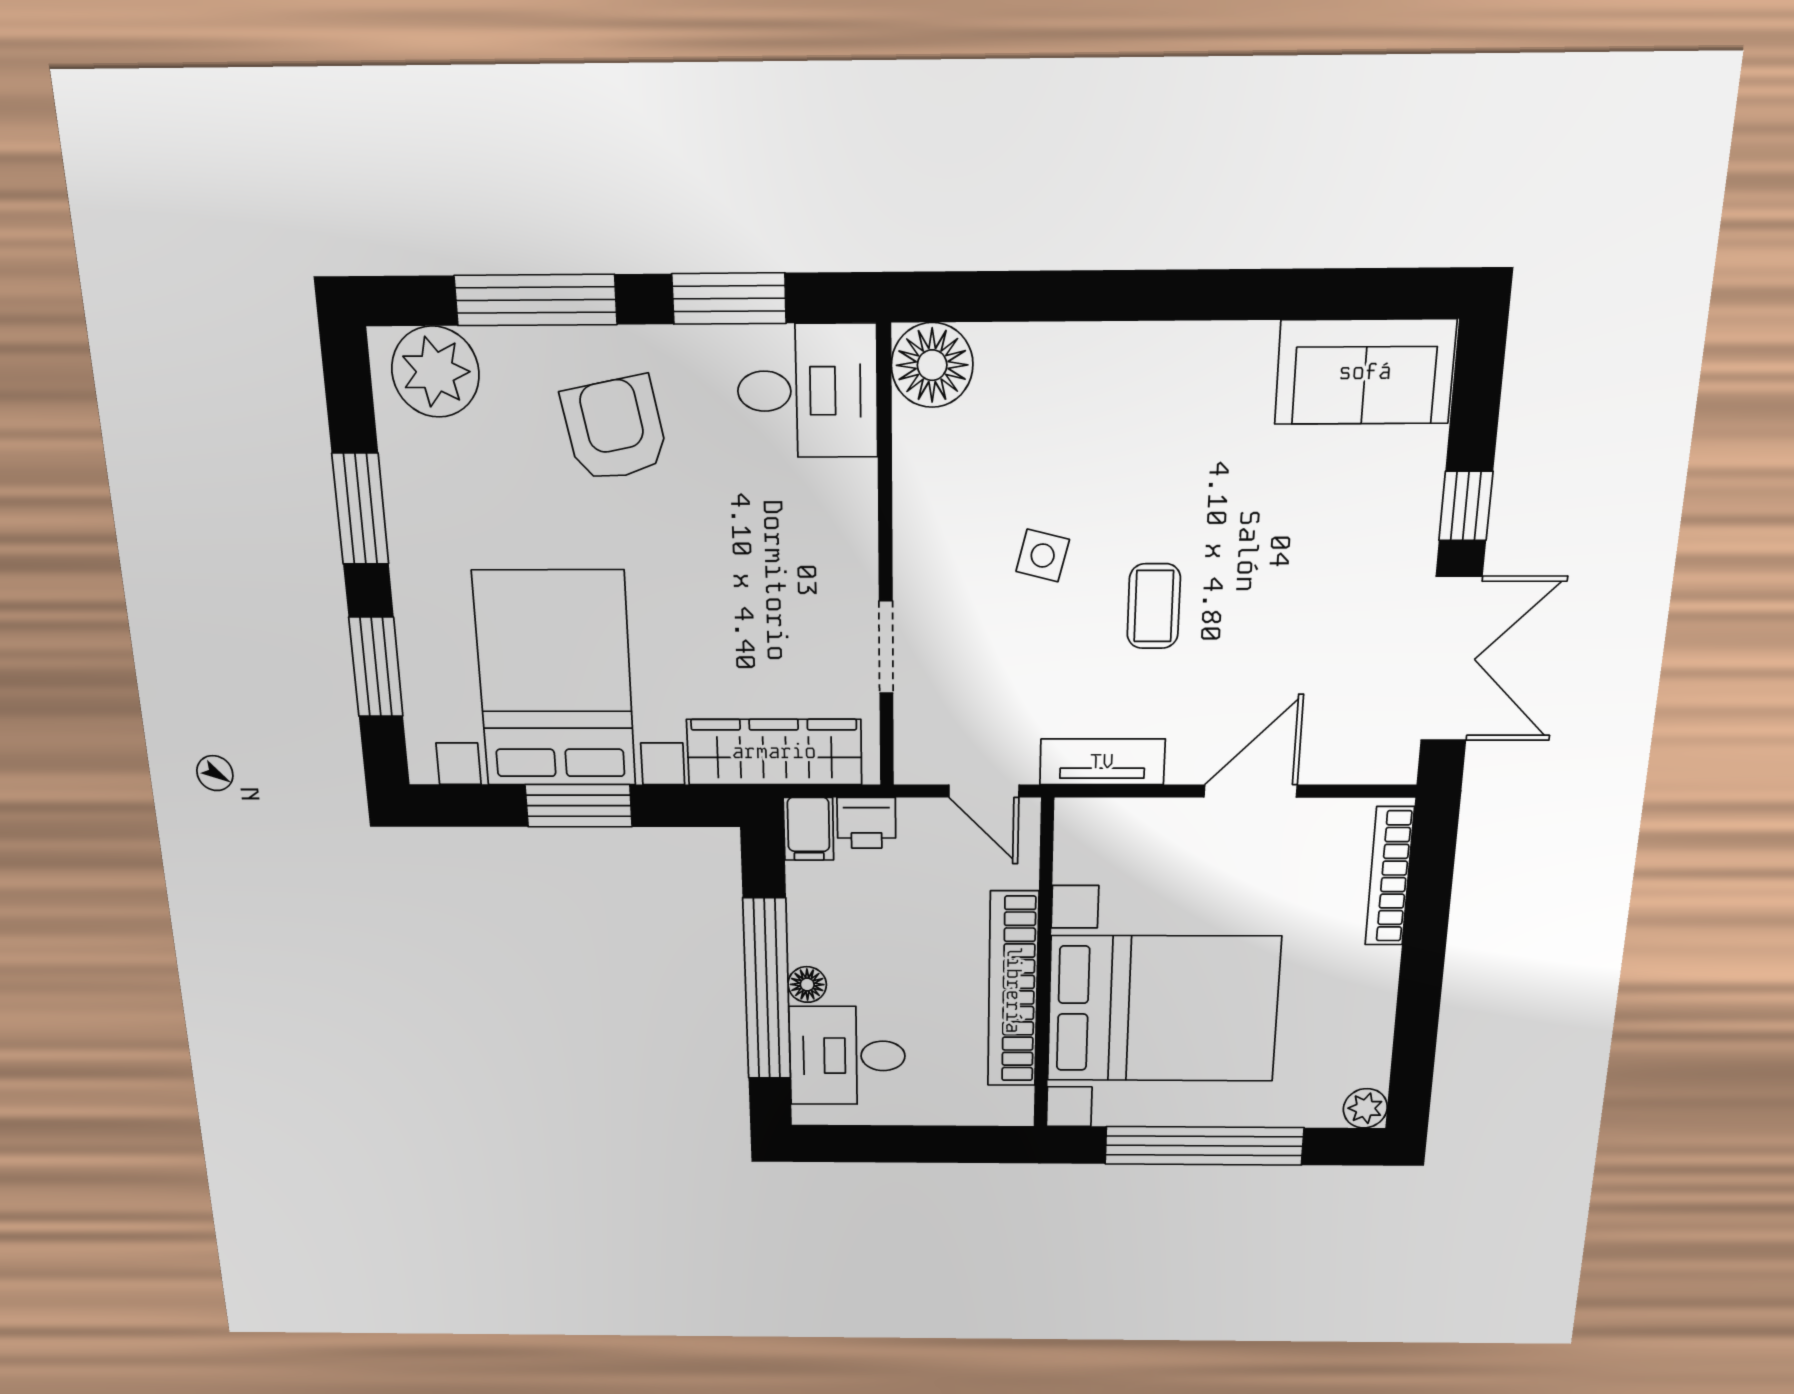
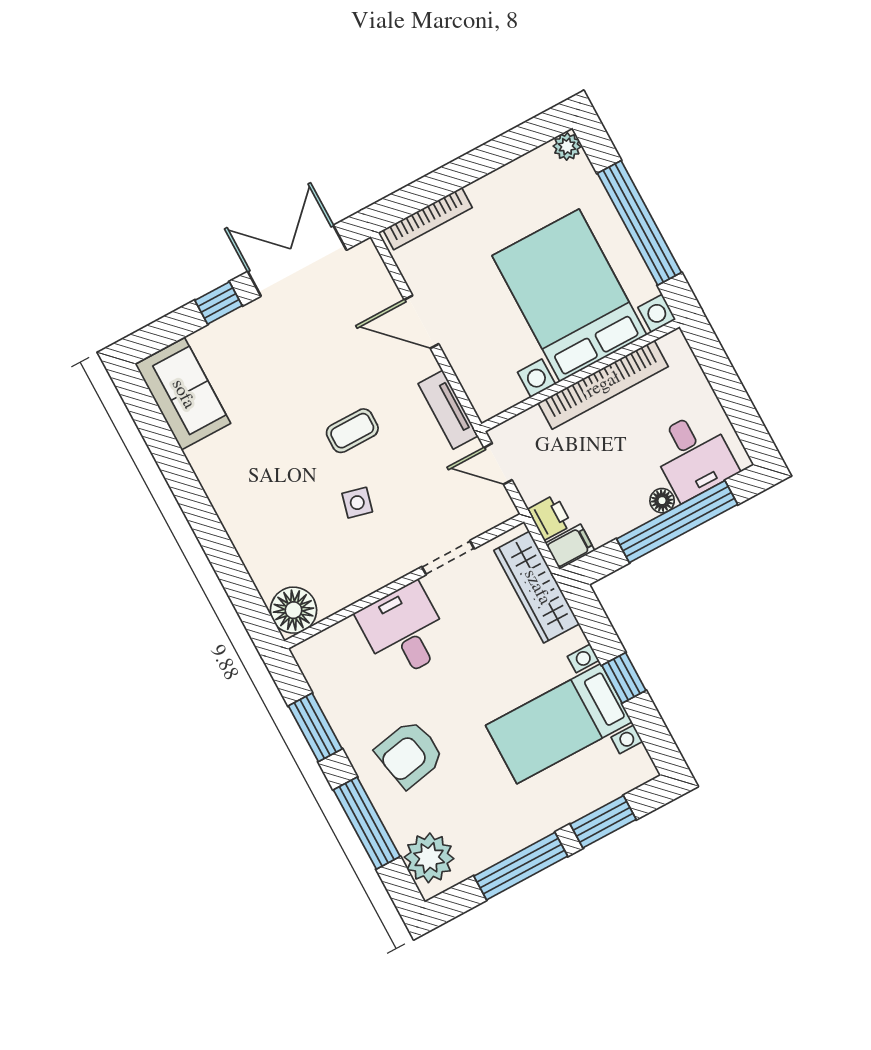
desk: (807, 391) -> (404, 631), moved
window: (360, 509) -> (521, 866), width x1.44
bed with nightstands: (555, 679) -> (559, 724), width x0.73
door: (984, 791) -> (498, 464), swing flipped
window: (579, 806) -> (624, 678), width x0.67

